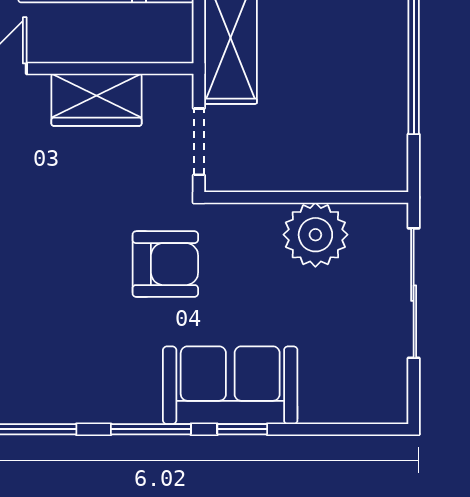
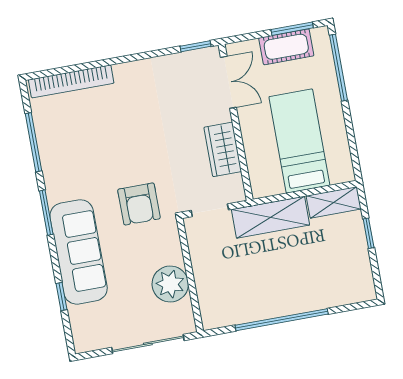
sofa: (230, 385) -> (79, 252), width x1.36
window: (242, 429) -> (62, 297), moved

